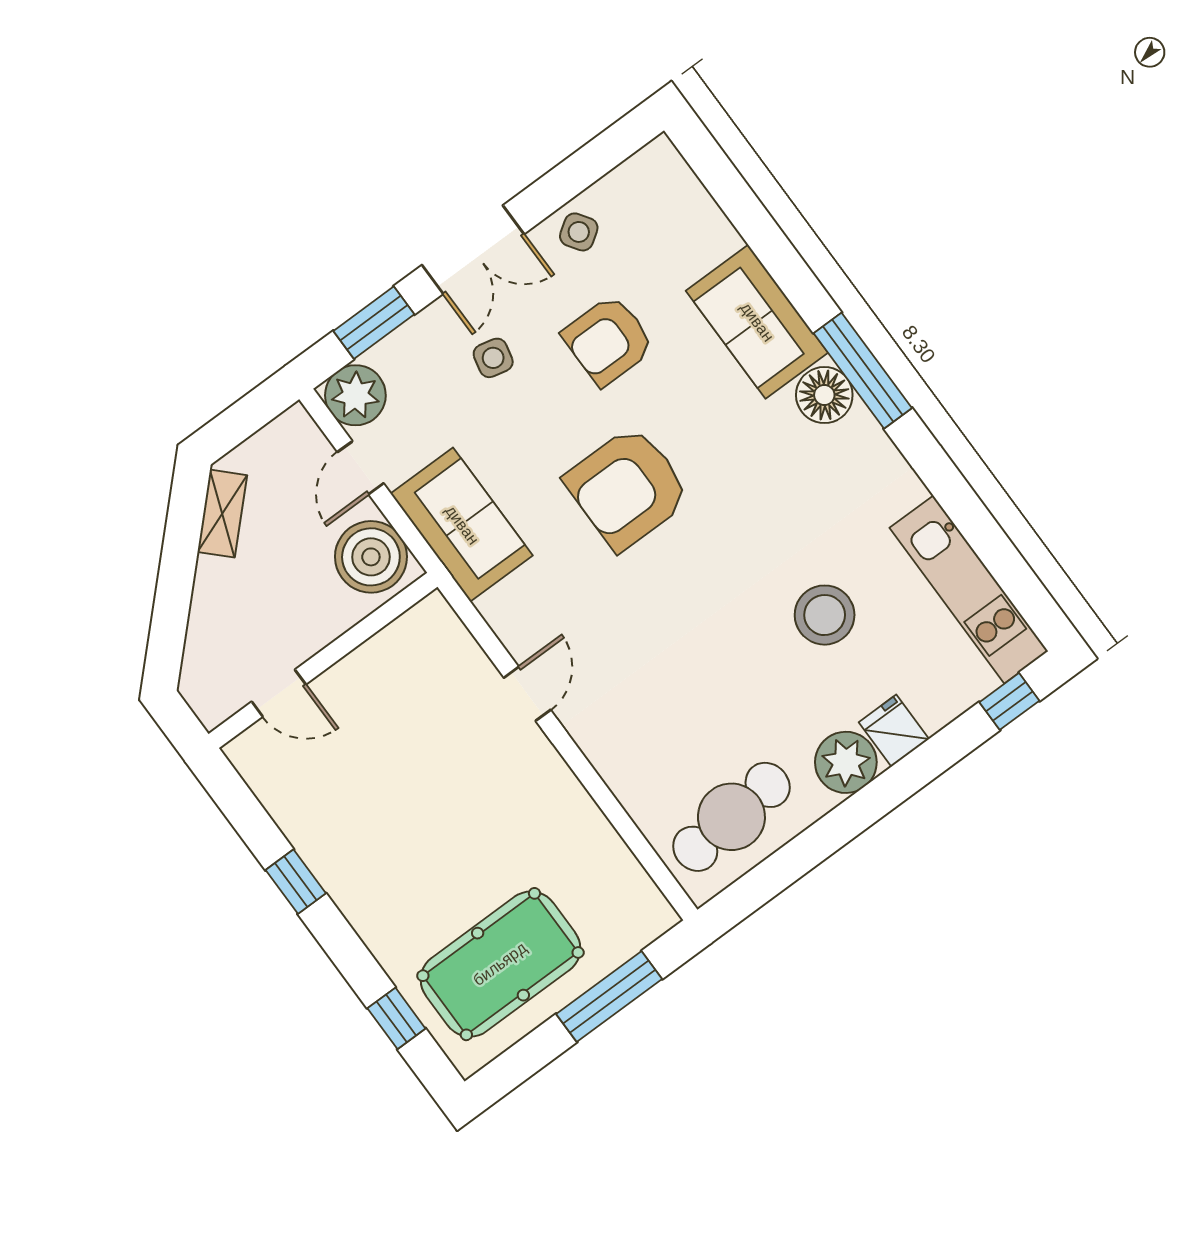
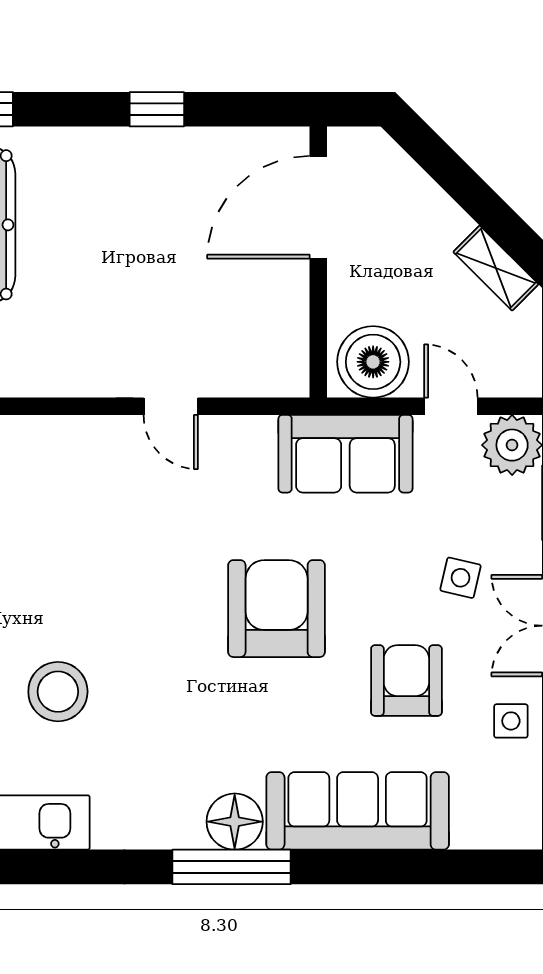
side table: (579, 232) -> (511, 721), turned 34
sofa: (757, 322) -> (358, 811), width x1.36
door: (279, 693) -> (318, 207), width x1.87

